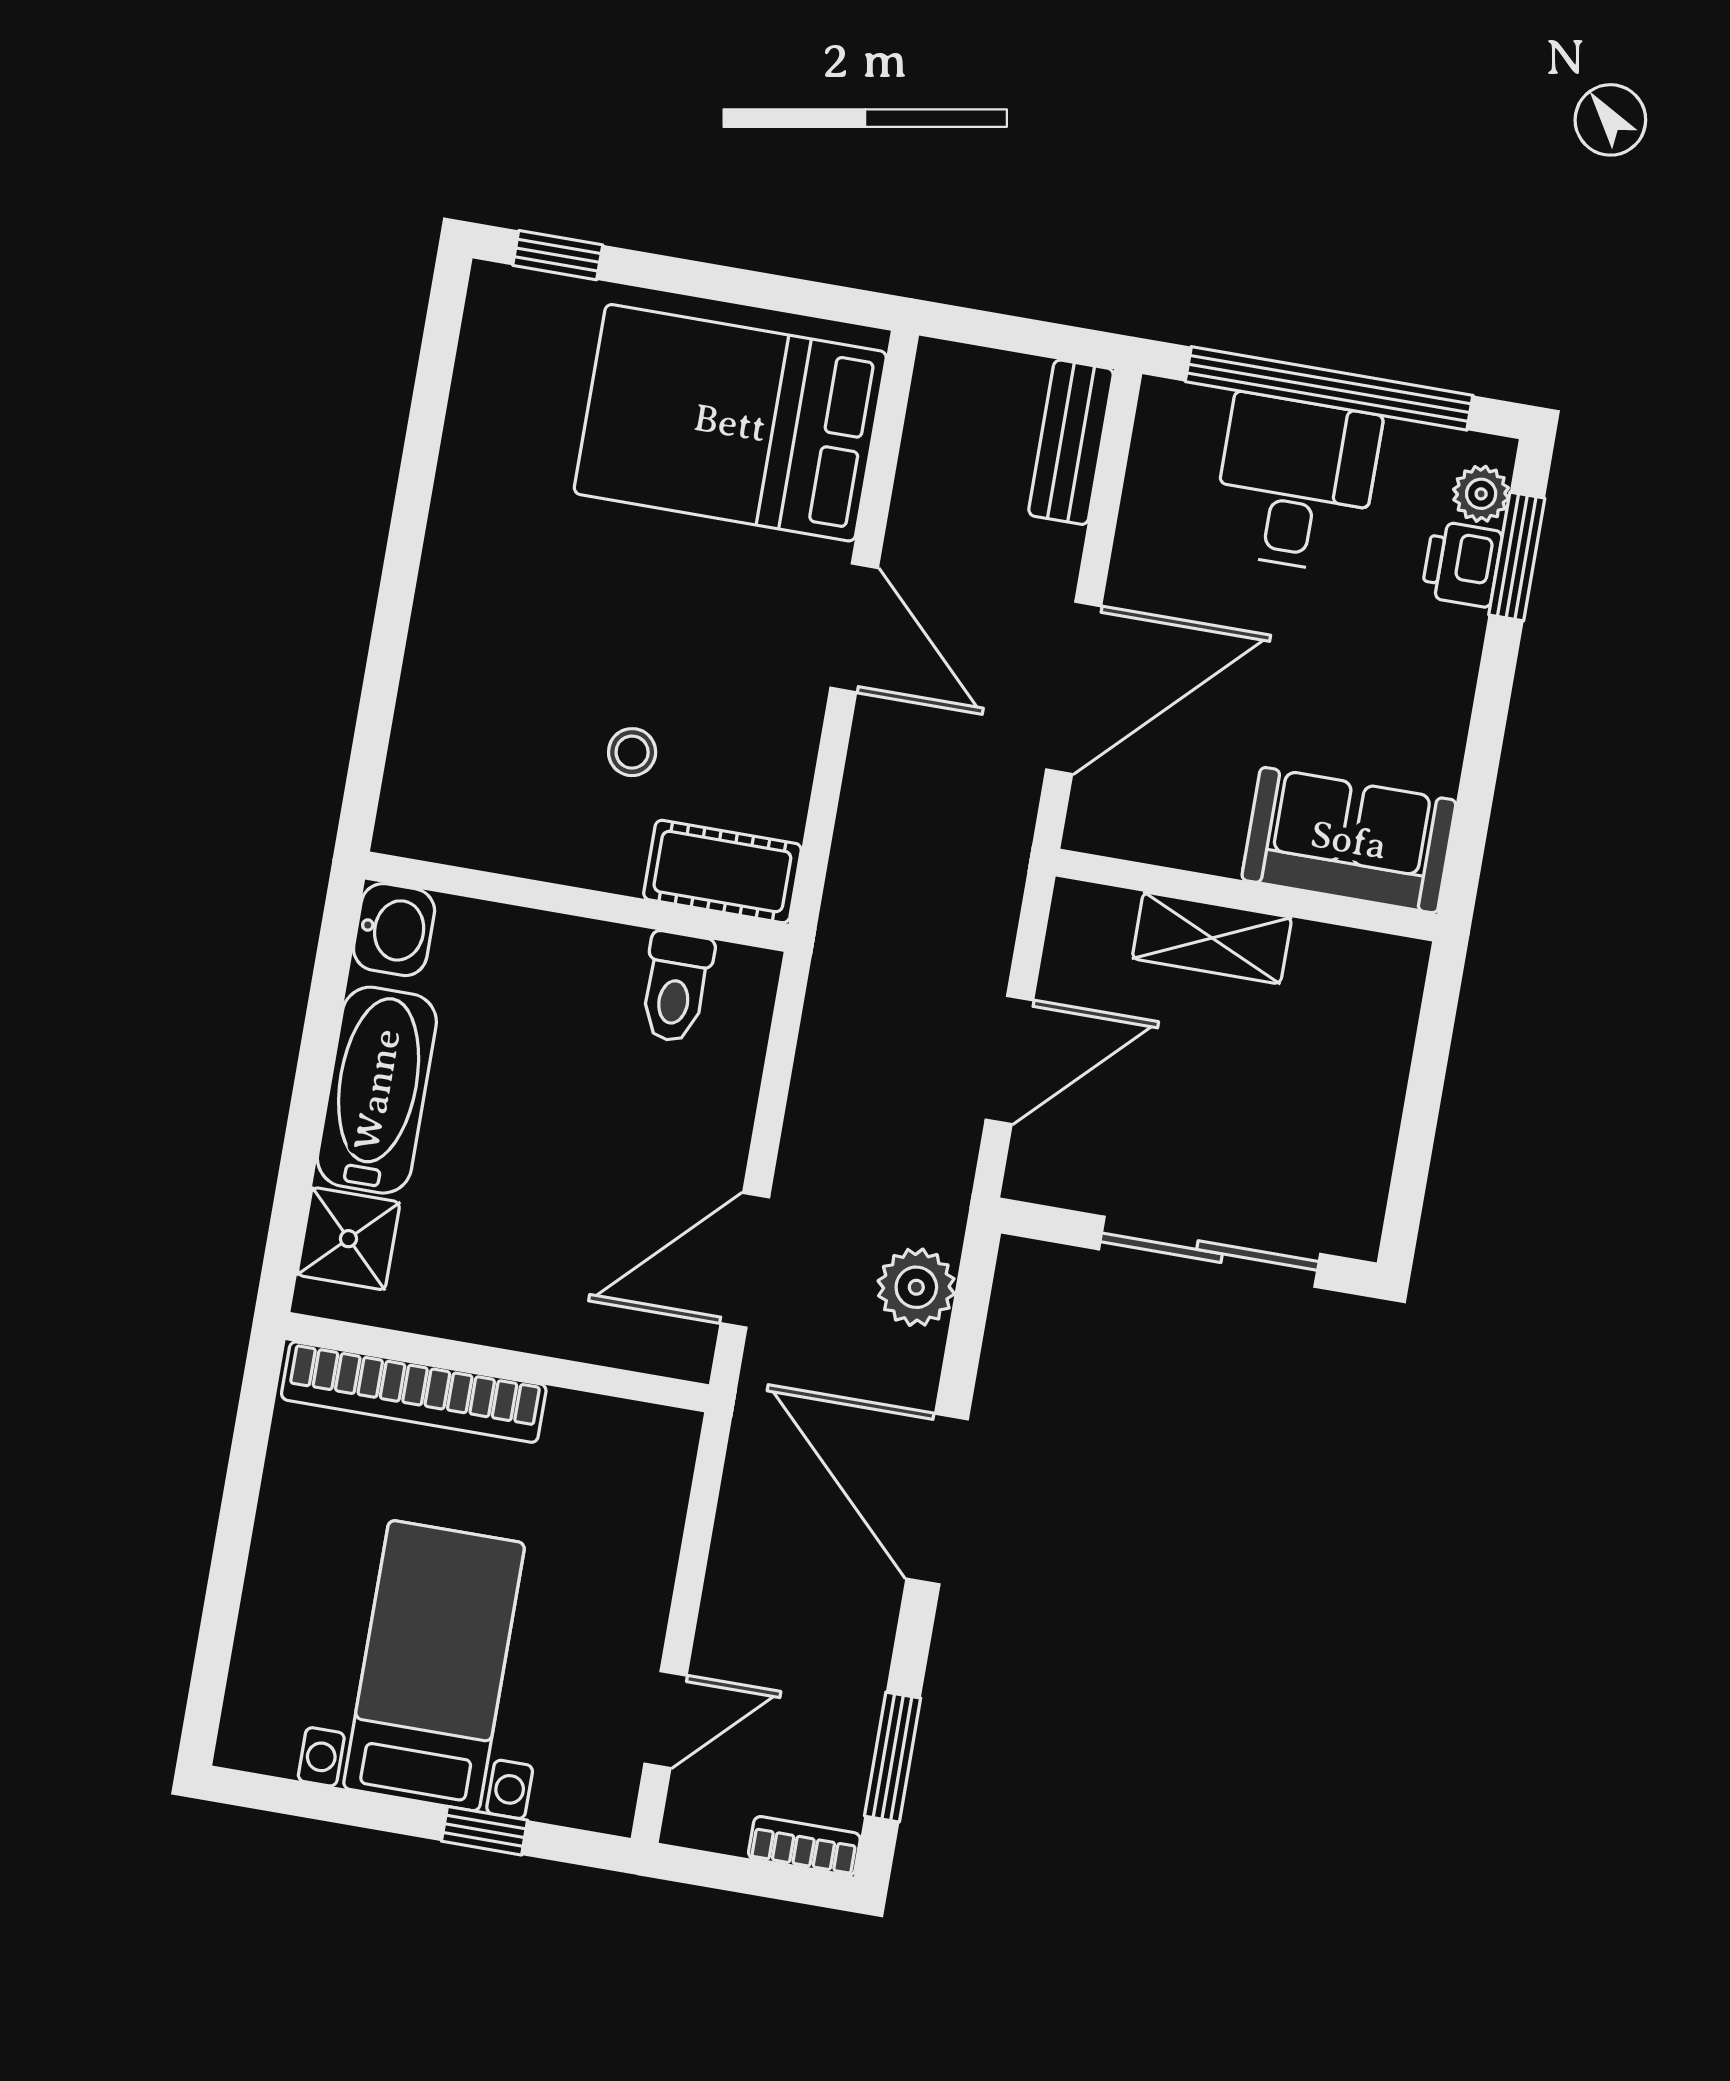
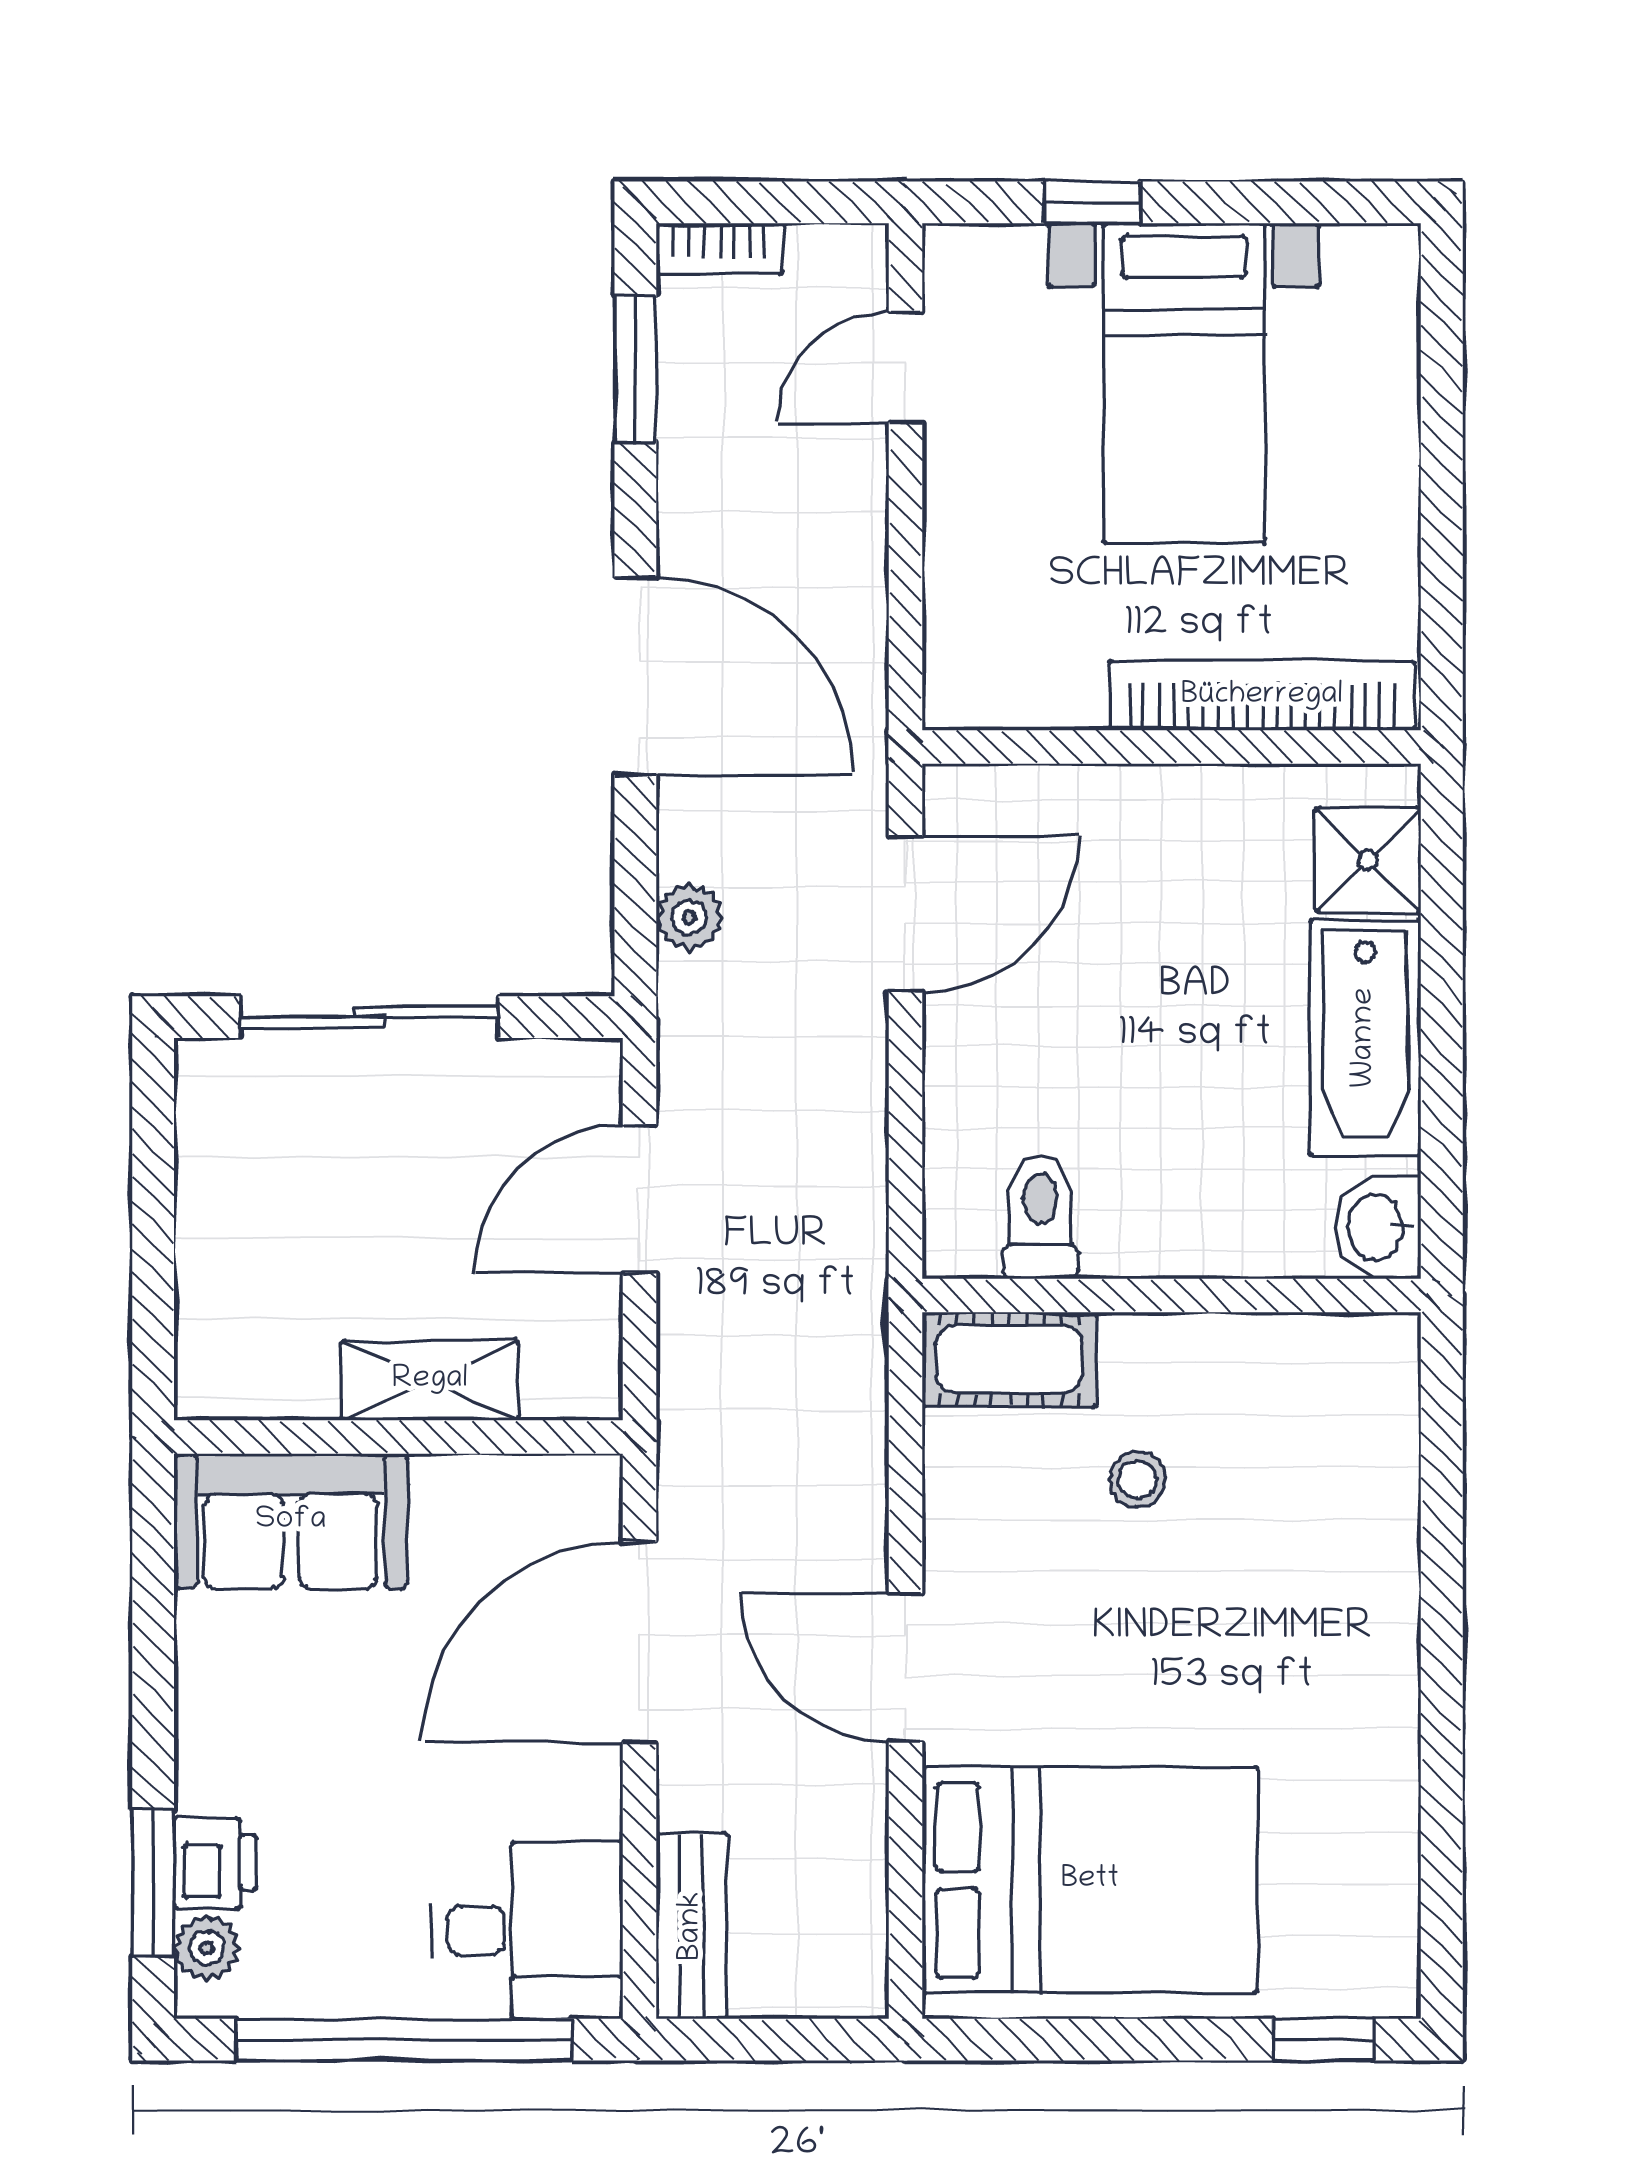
desk: (1296, 483) -> (527, 1930), moved, turned -90
plant: (916, 1287) -> (689, 917), width x0.73, depth x0.73

